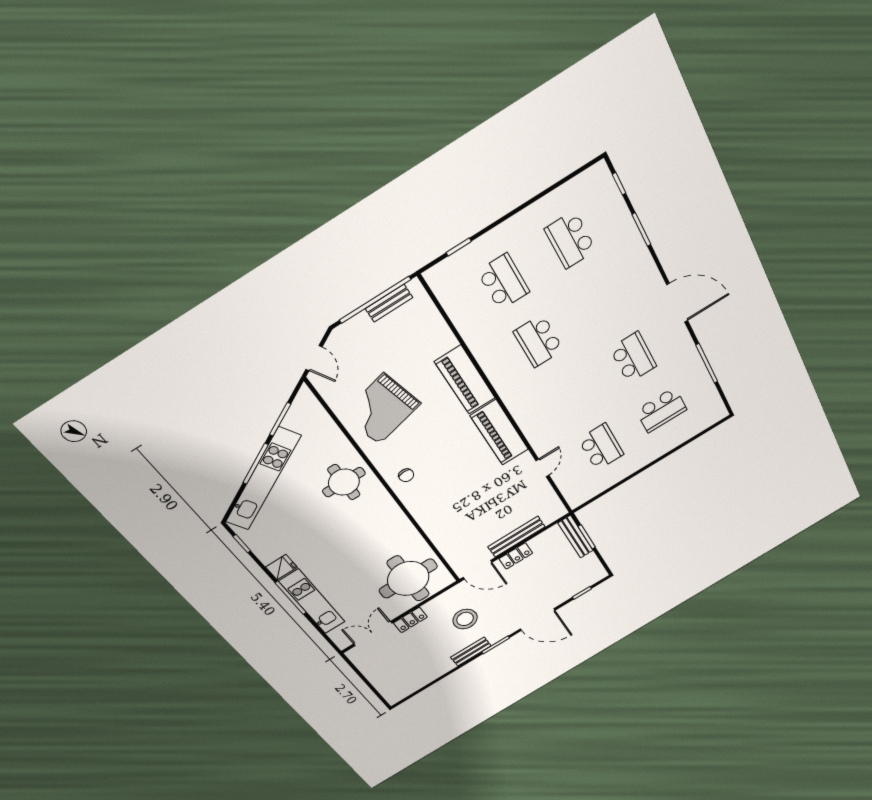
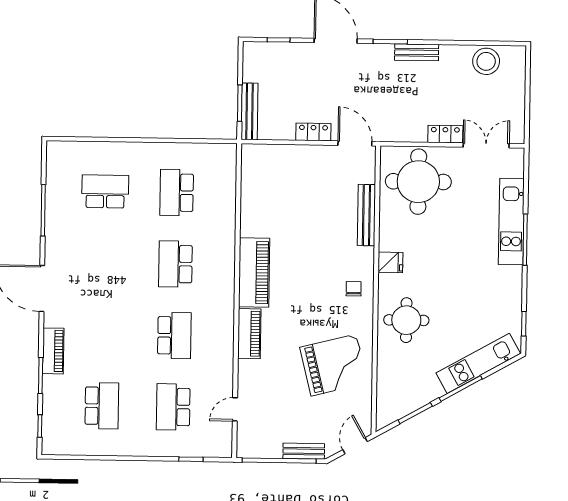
piano: (641, 258) -> (53, 351), added
bench: (389, 303) -> (304, 451), moved
school desk: (633, 357) -> (175, 264), moved
piano: (465, 380) -> (249, 334), width x0.73, depth x0.75
door: (542, 468) -> (235, 409), moved
kitchen unit: (263, 479) -> (478, 363), width x0.73
bench: (516, 537) -> (366, 215), moved, turned 90
fridge: (282, 567) -> (390, 262), moved, turned 180
stool: (465, 619) -> (486, 61), moved
double door: (373, 634) -> (486, 145), swing flipped

